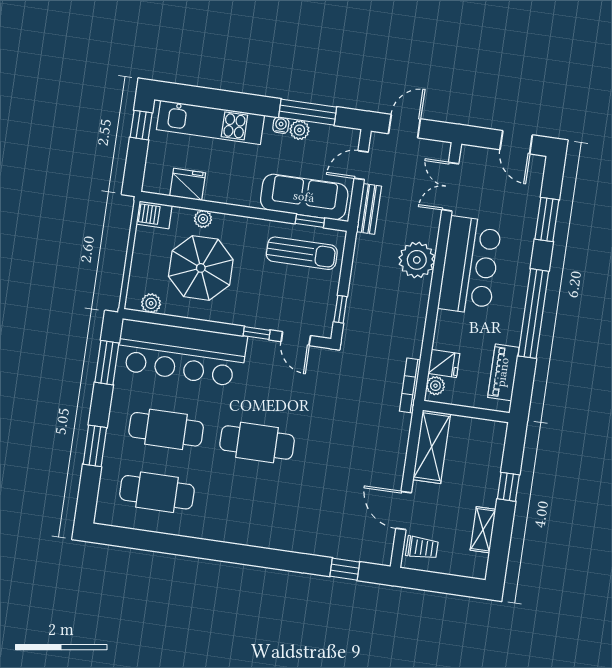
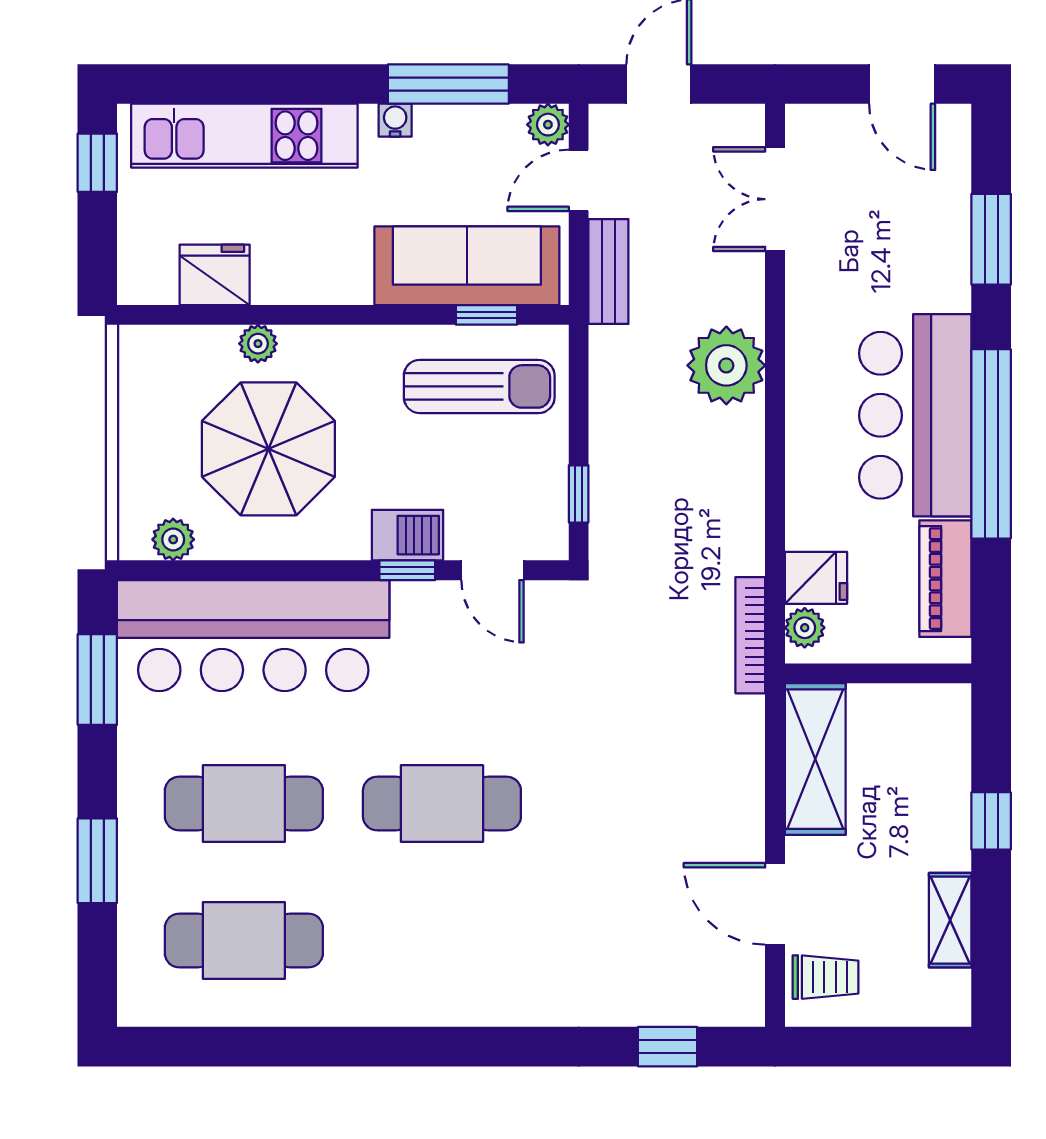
plant: (299, 130) -> (548, 125), moved
barbecue: (154, 215) -> (407, 535), moved, turned 180
bar counter: (470, 266) -> (915, 415), moved, turned 180

